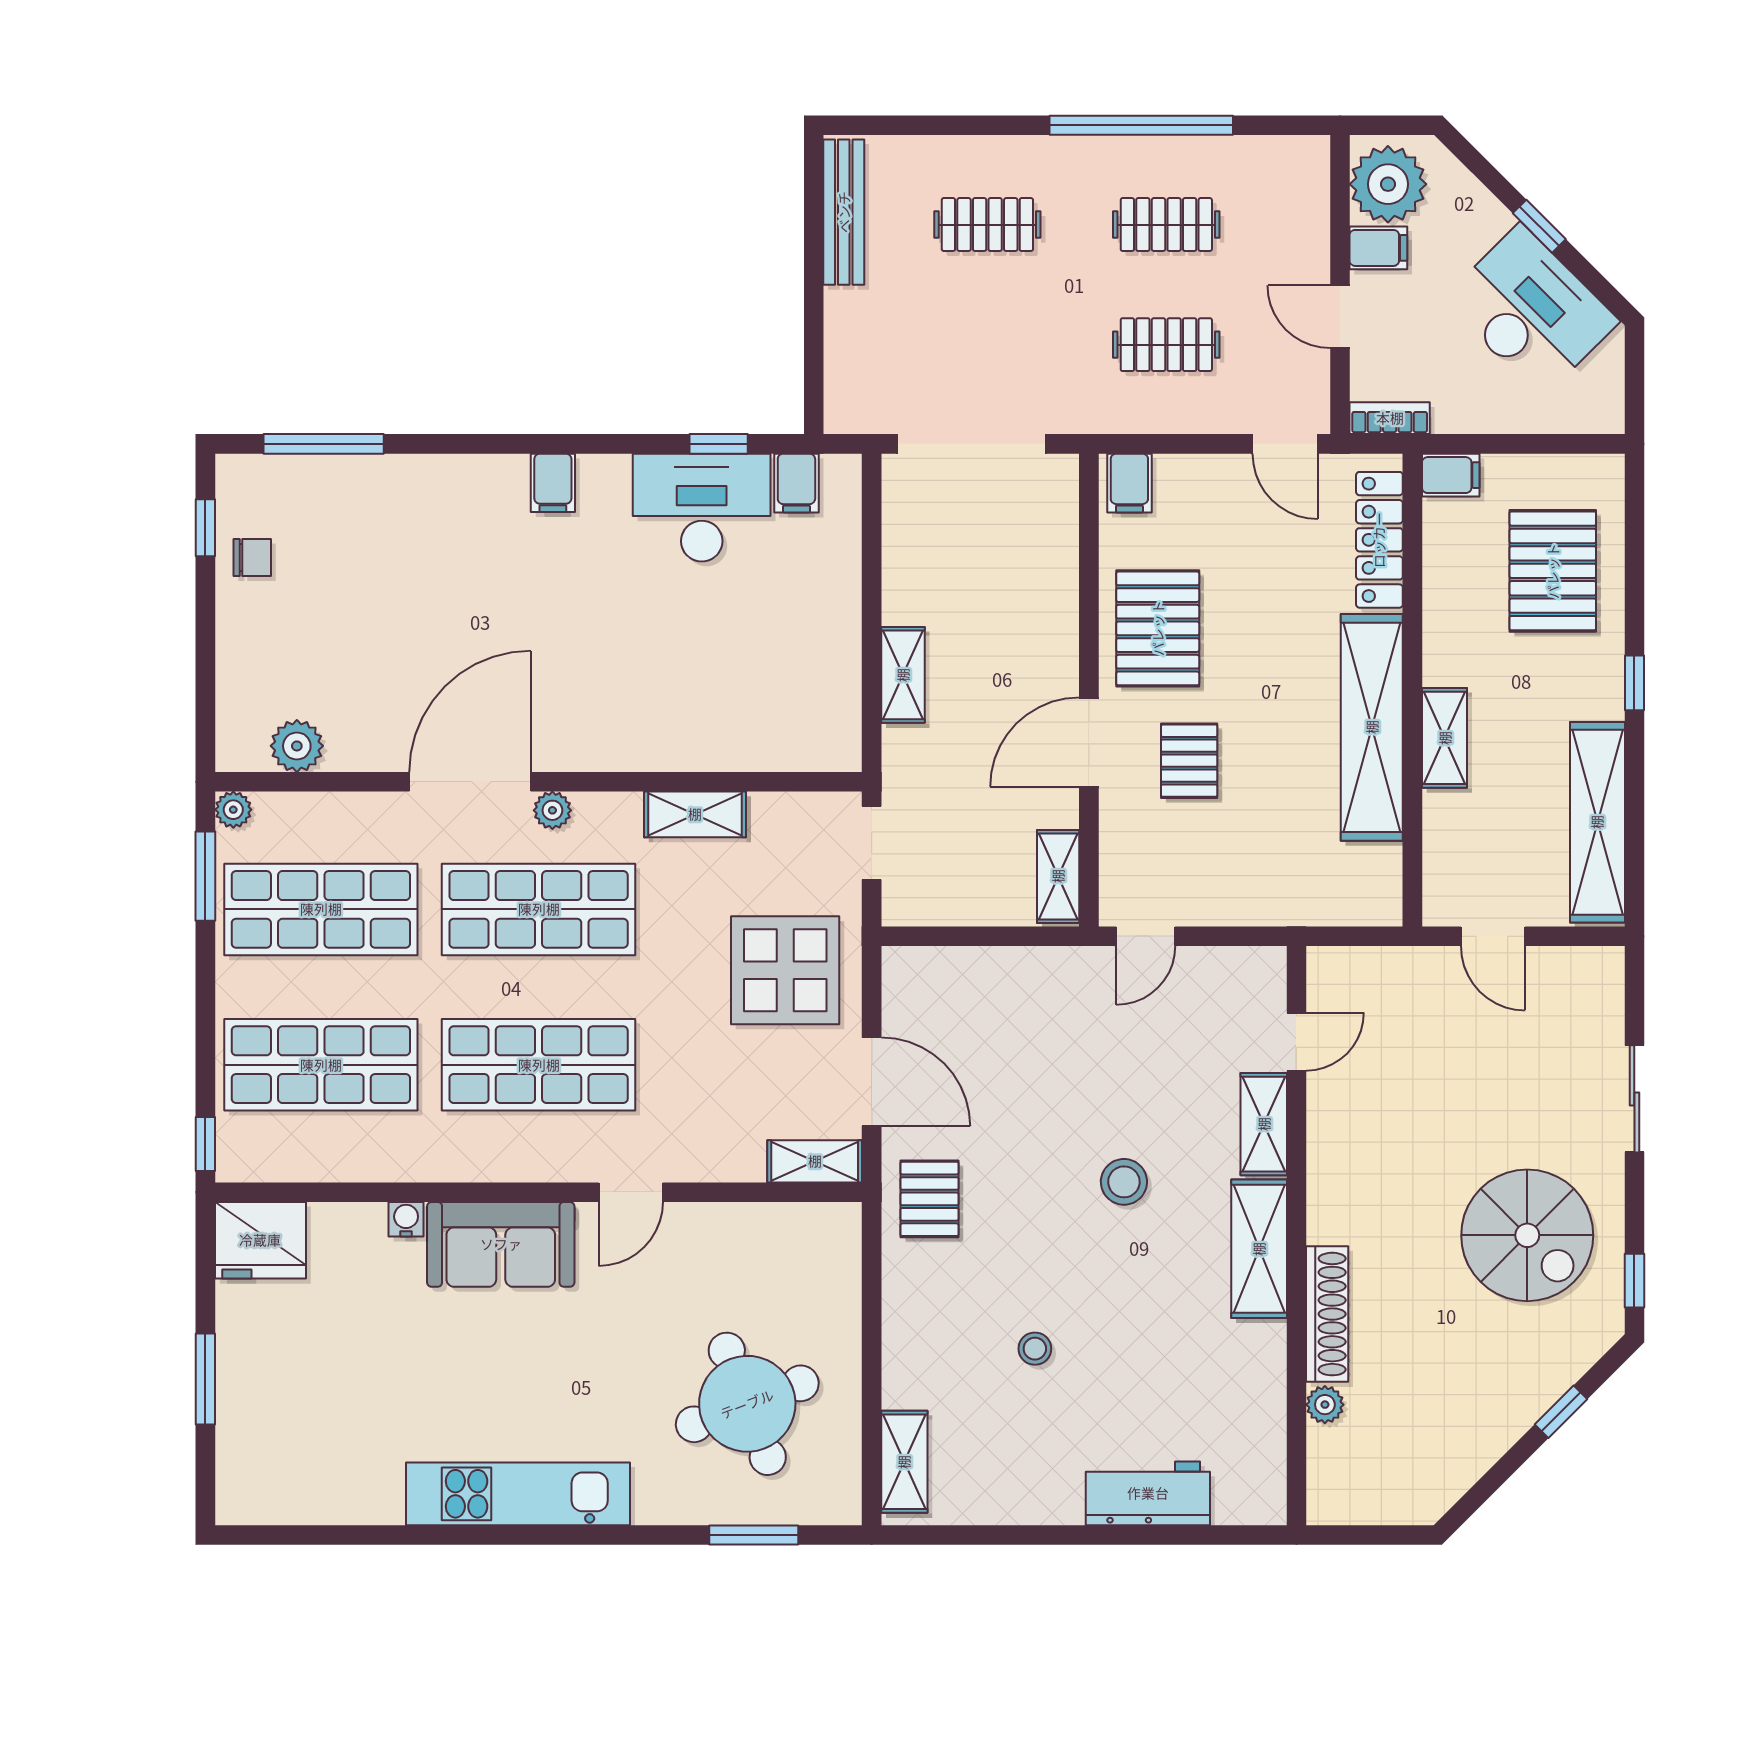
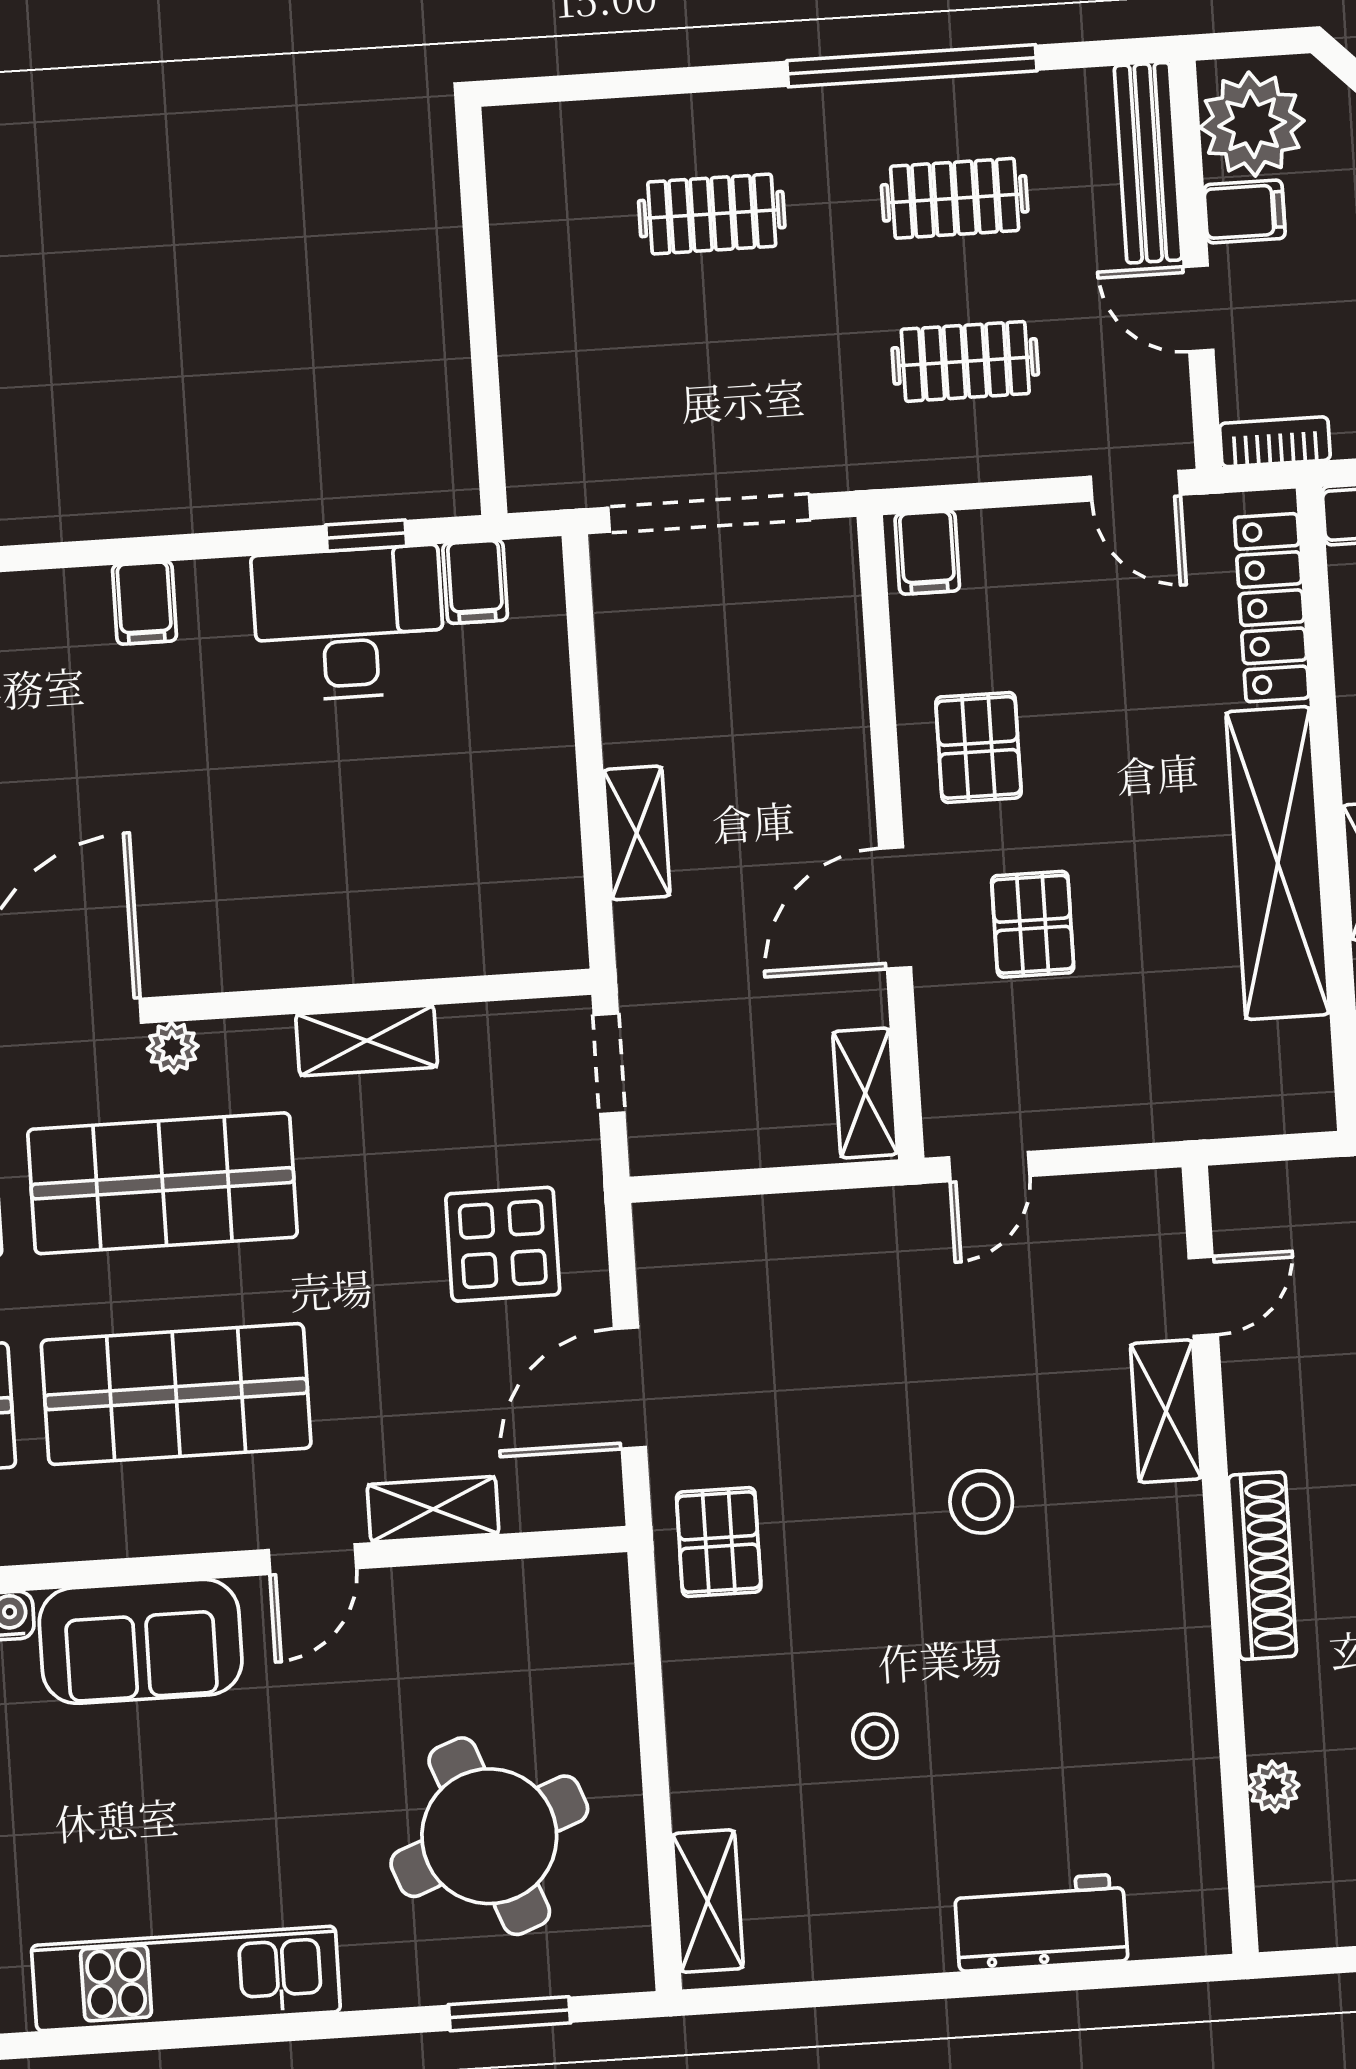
bench: (844, 212) -> (1148, 163), moved
pallet: (1158, 628) -> (978, 747), width x0.67, depth x0.71
display table: (785, 970) -> (503, 1244), width x0.73, depth x0.73
door: (872, 1082) -> (630, 1388), swing flipped
shelving: (815, 1161) -> (433, 1509), moved
shelving: (1259, 1249) -> (1171, 1581), removed
shoe rack: (1327, 1314) -> (1262, 1566), moved

